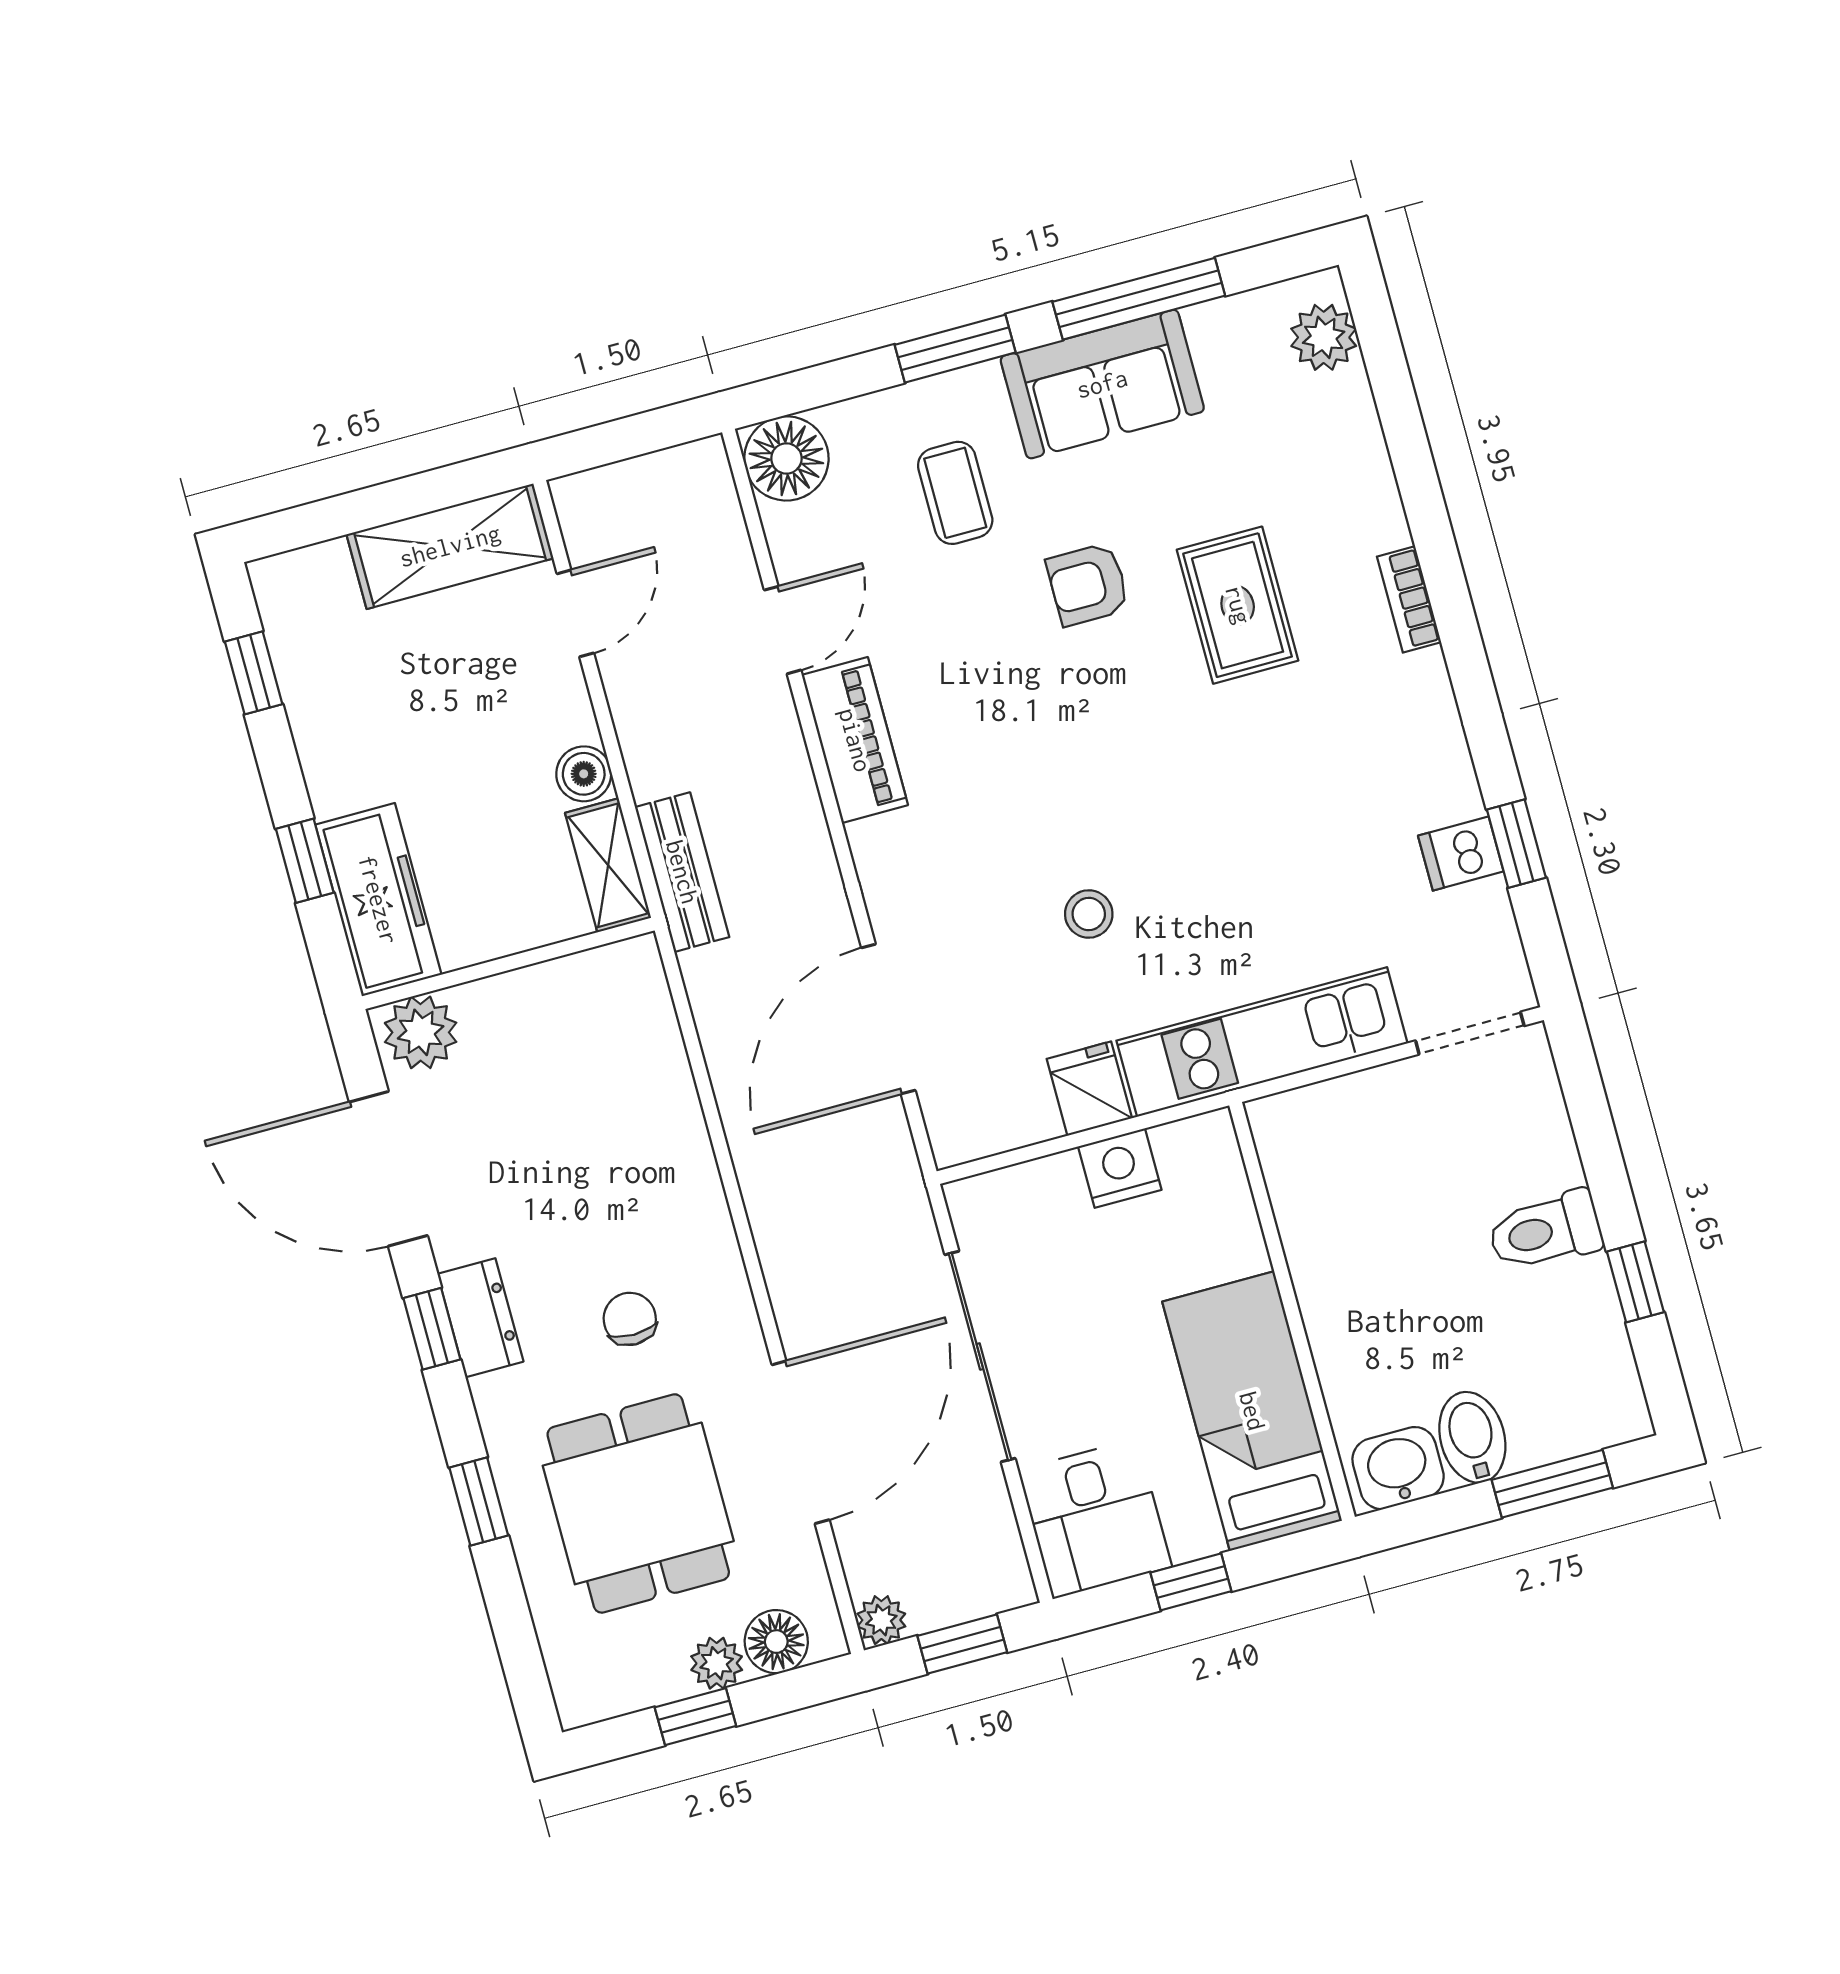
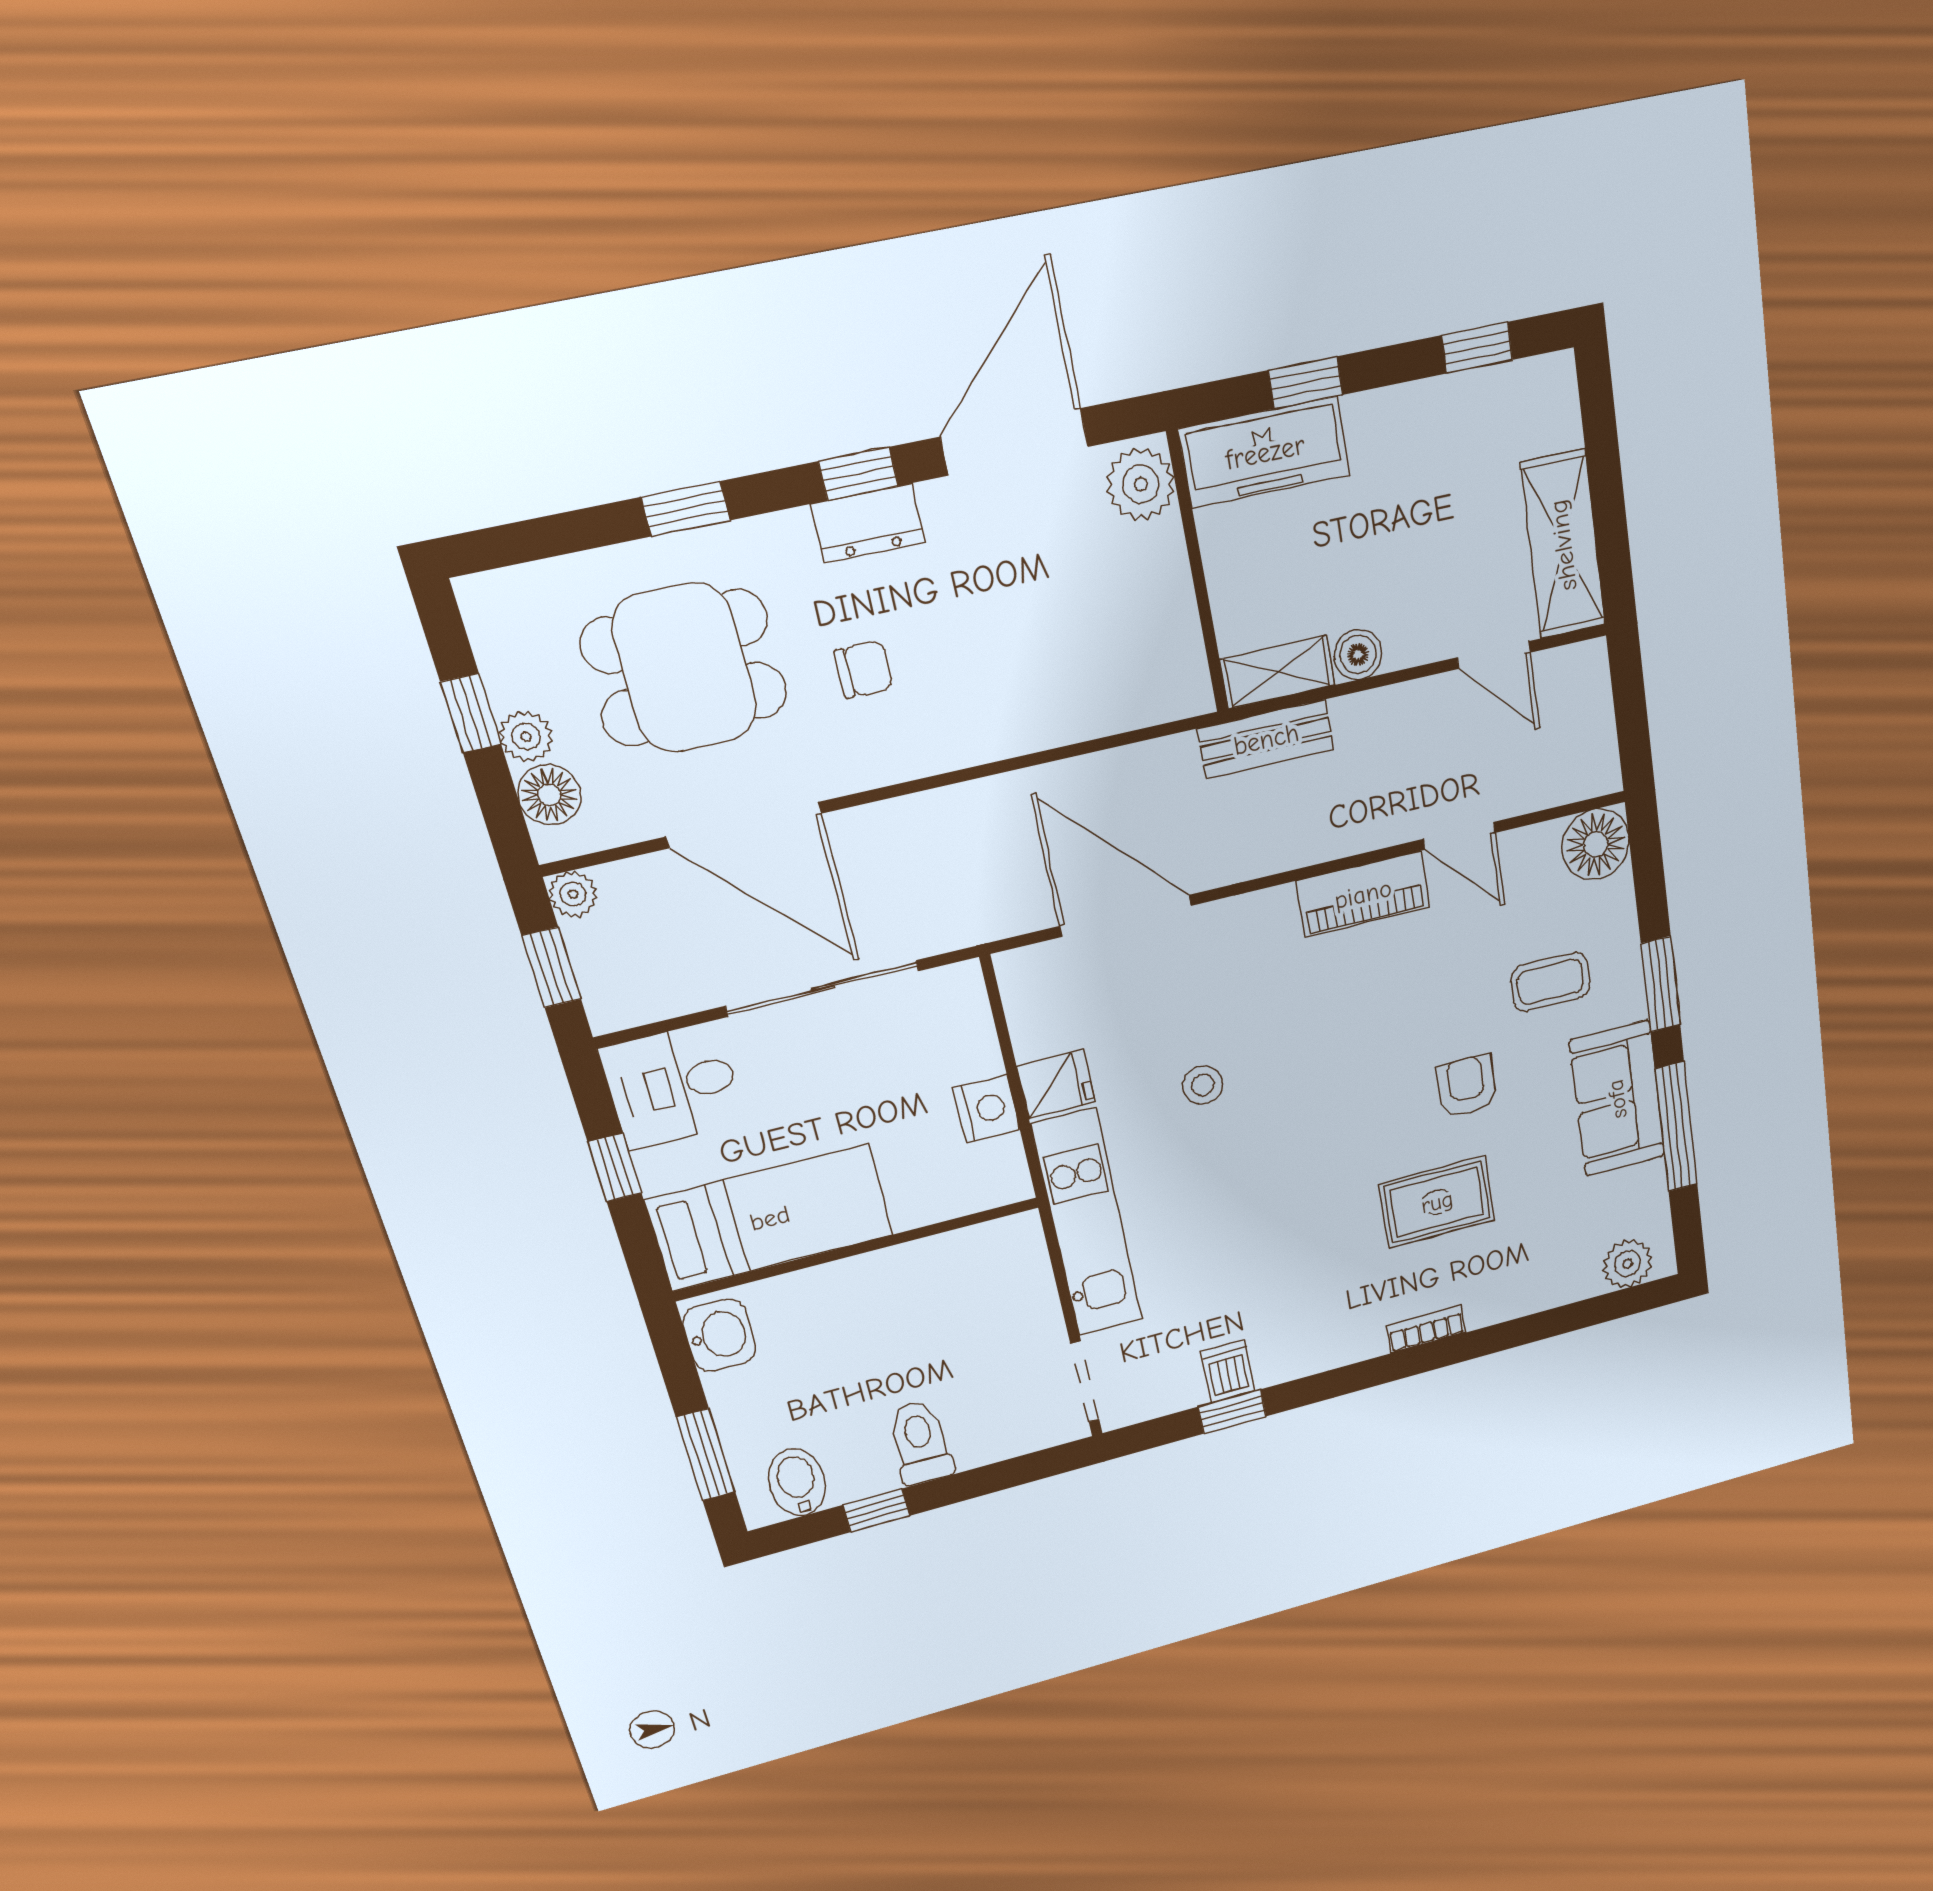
bidet: (1472, 1437) -> (797, 1482), moved, turned -90

